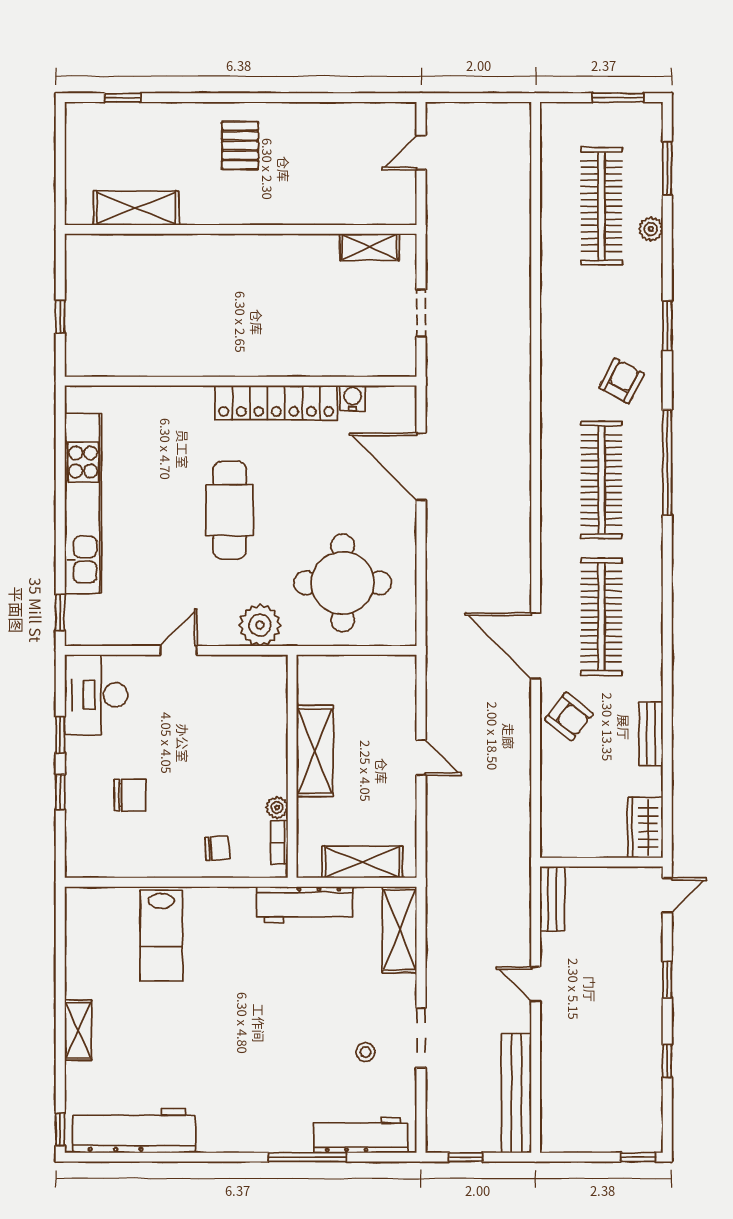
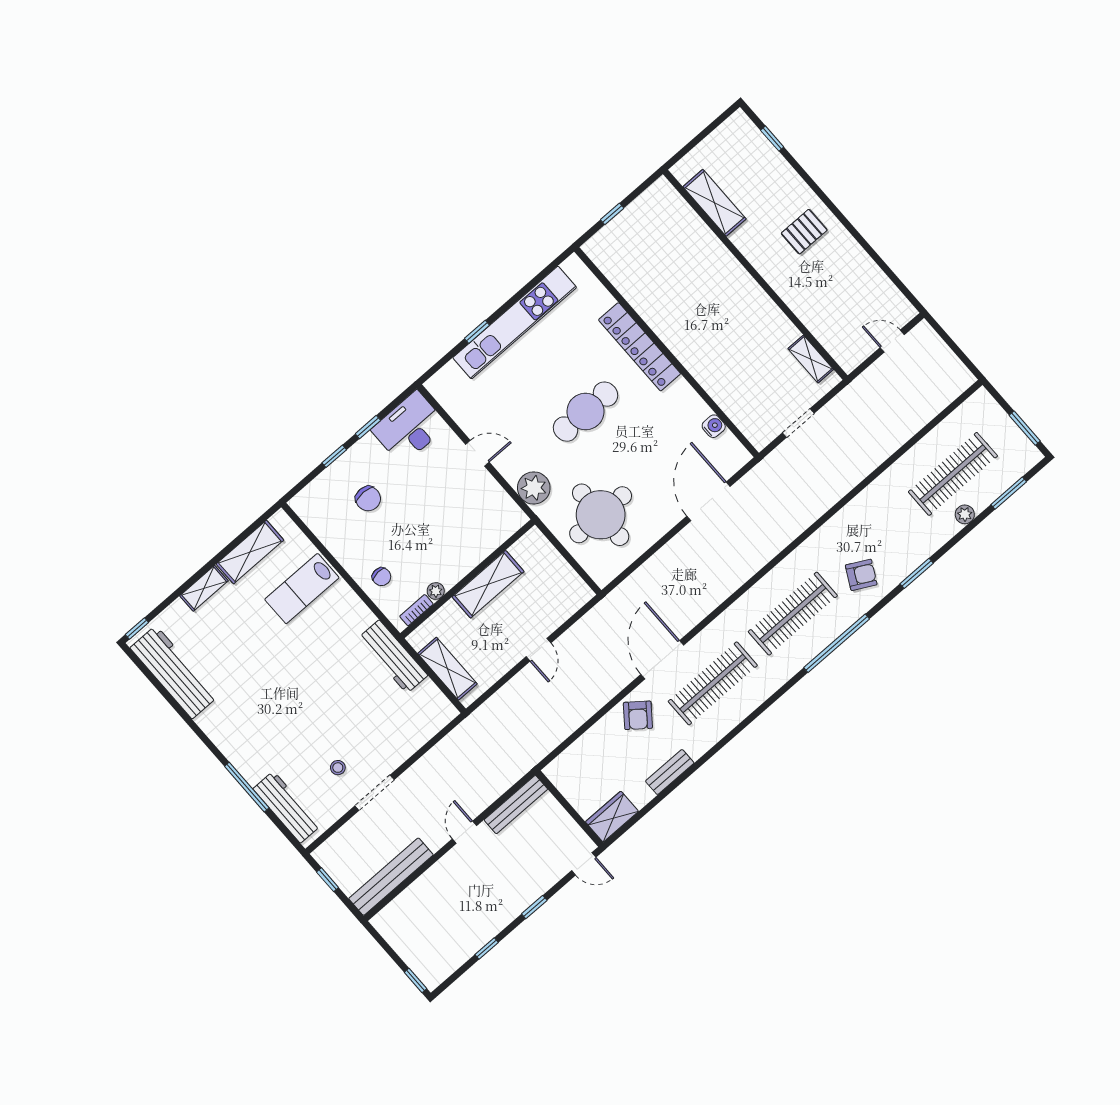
locker: (276, 403) -> (640, 347), moved
window: (60, 612) -> (477, 332), moved
bench: (552, 899) -> (516, 805), width x1.36
shelving: (399, 930) -> (250, 552), moved

